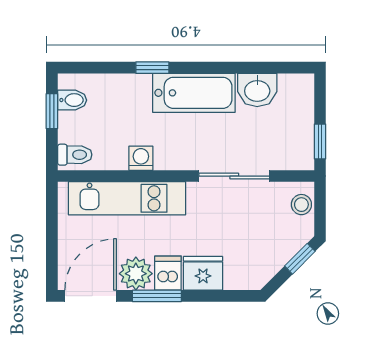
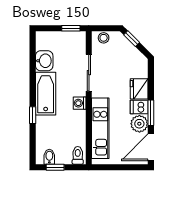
washing machine: (141, 158) -> (80, 103), moved
door: (91, 296) -> (151, 147), hinge flipped

